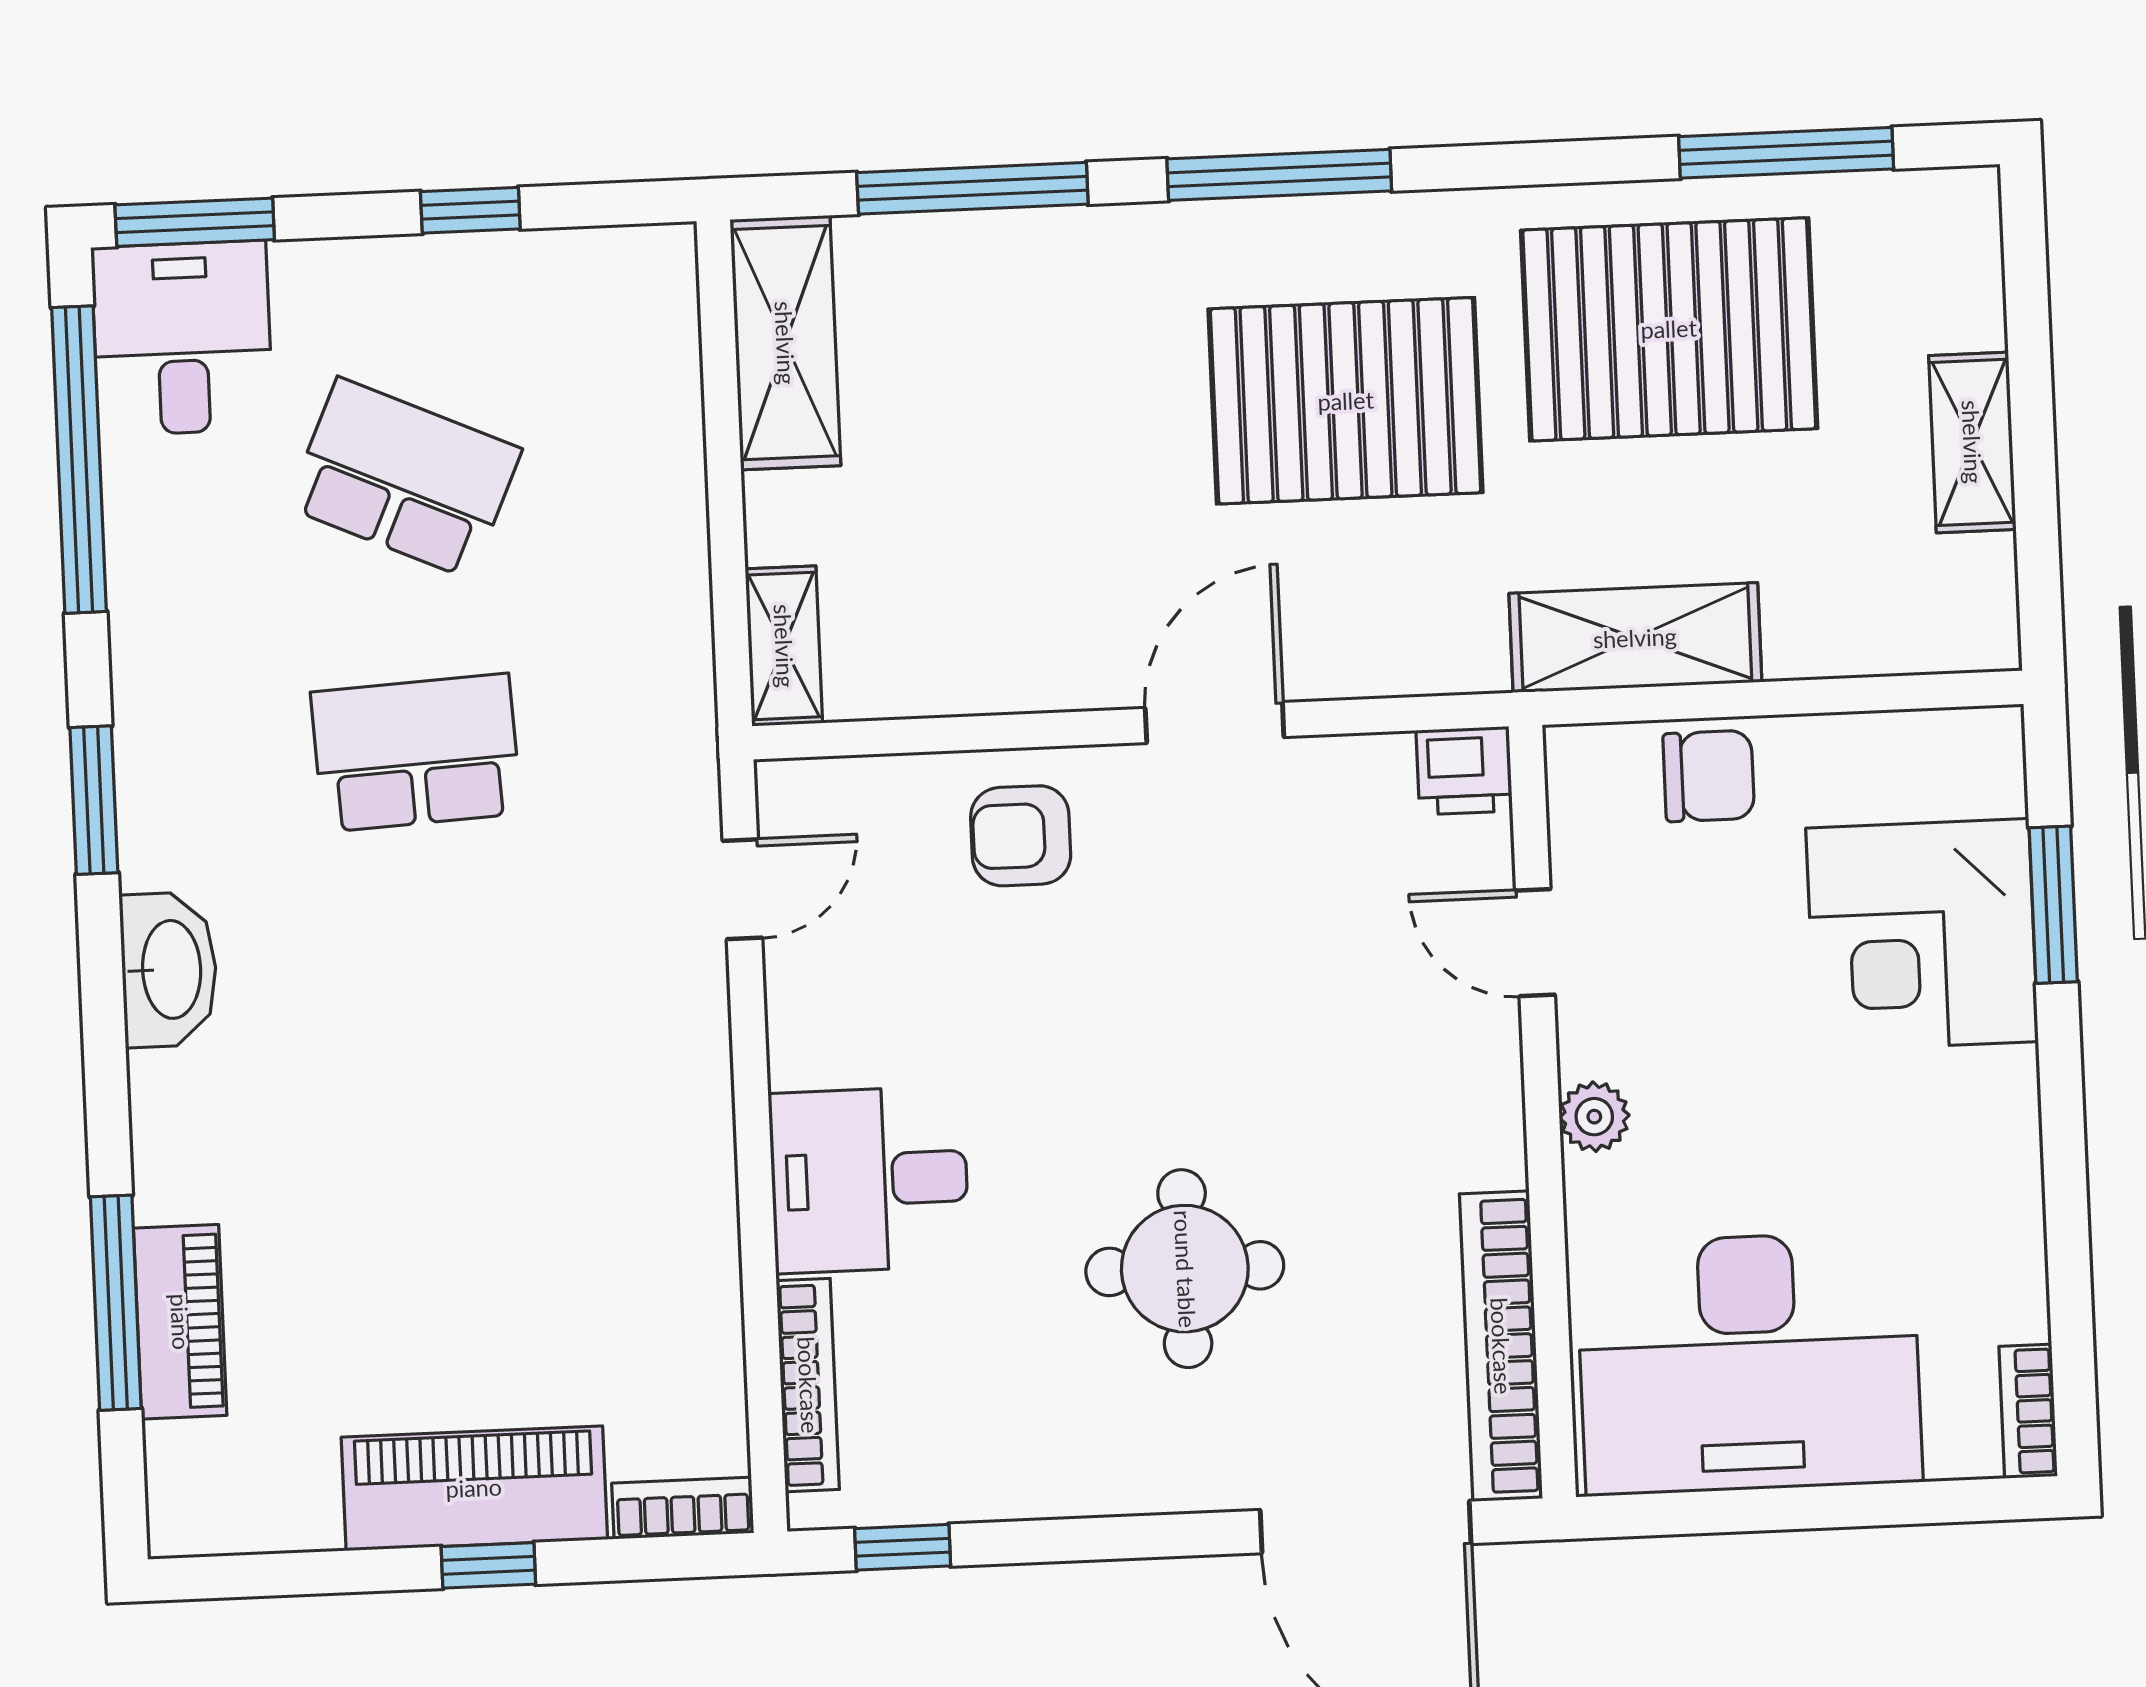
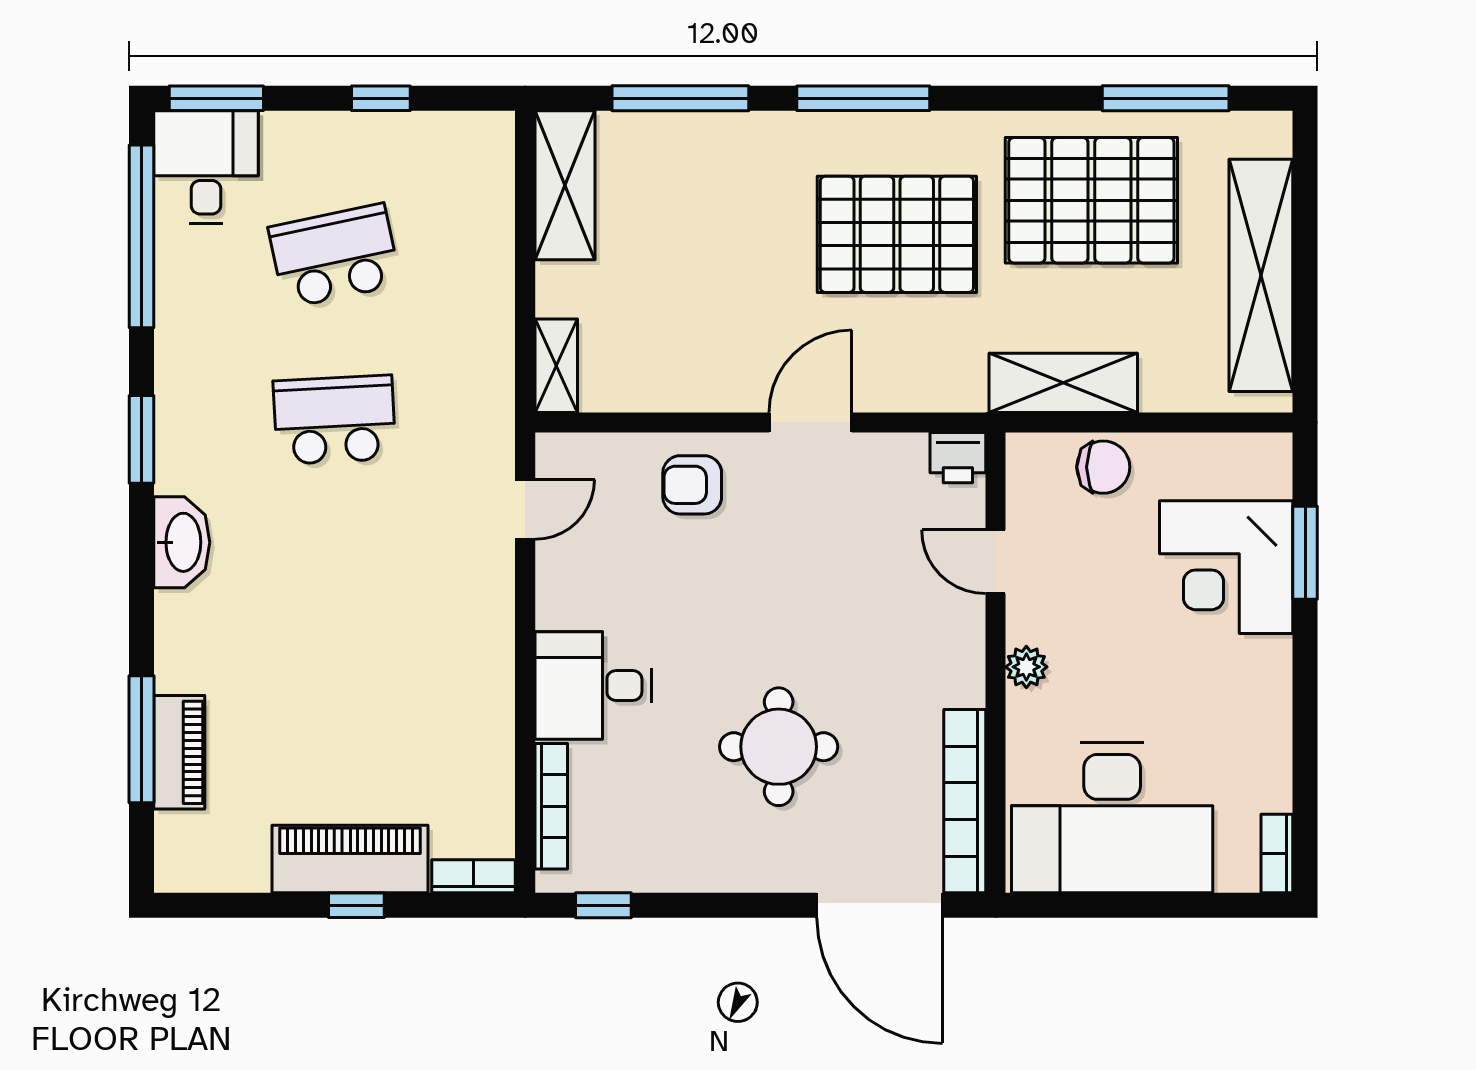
shelving: (1972, 442) -> (1261, 275), width x2.20, depth x1.33
school desk: (404, 478) -> (335, 256), turned -36

